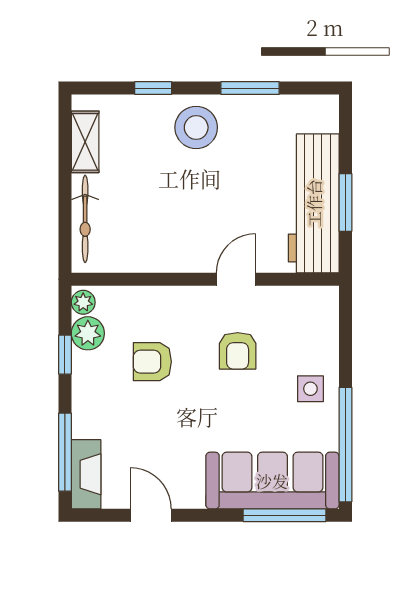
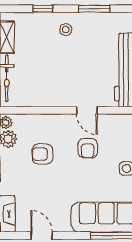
stool: (196, 127) -> (66, 30), width x0.53, depth x0.53
door: (236, 279) -> (87, 110), swing flipped

